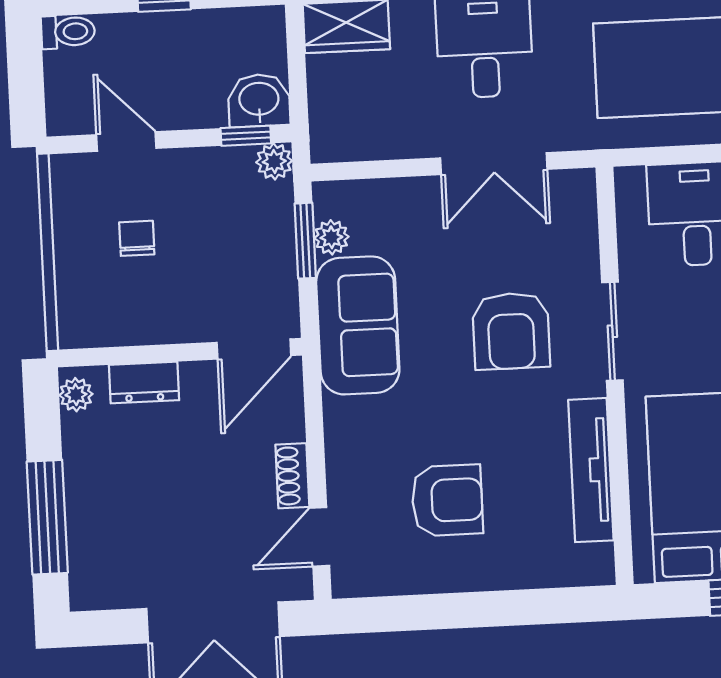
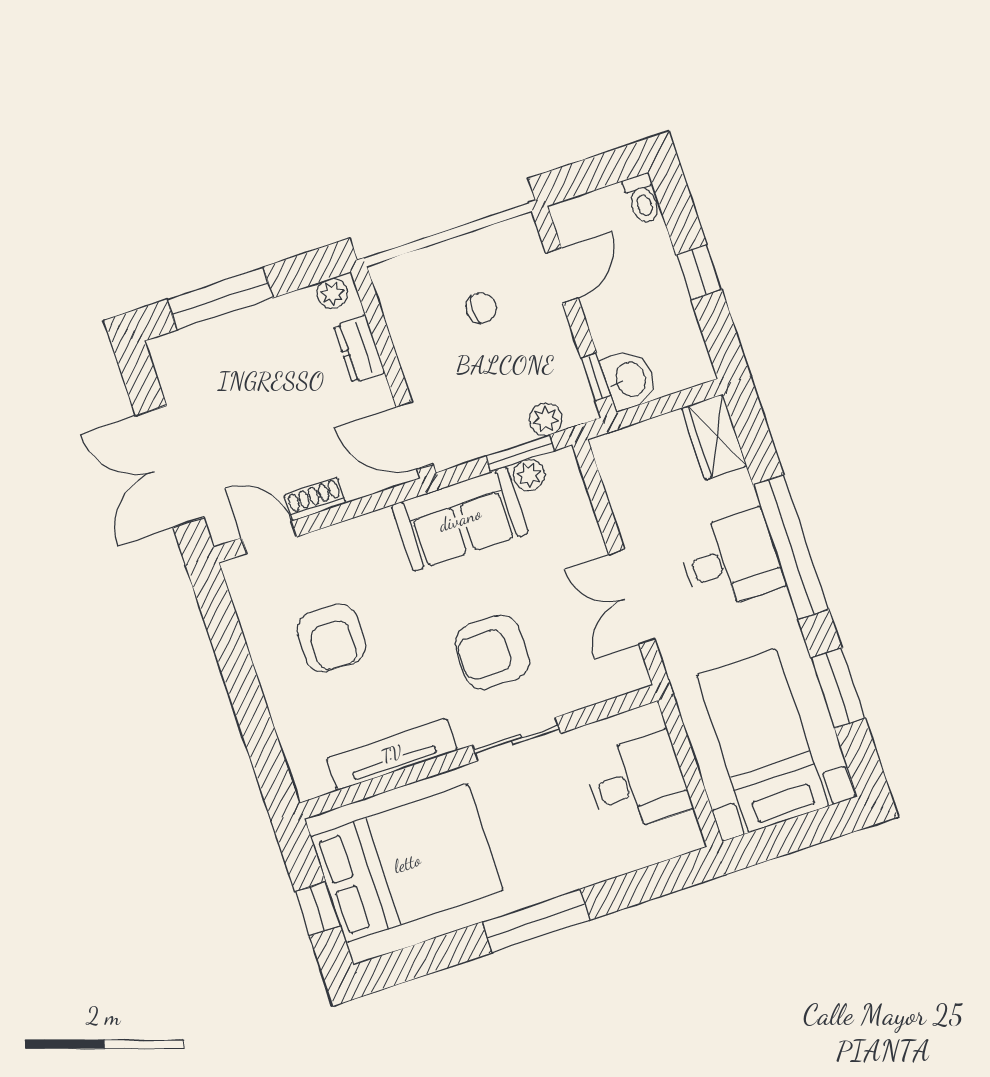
plant: (274, 161) -> (546, 419), moved

